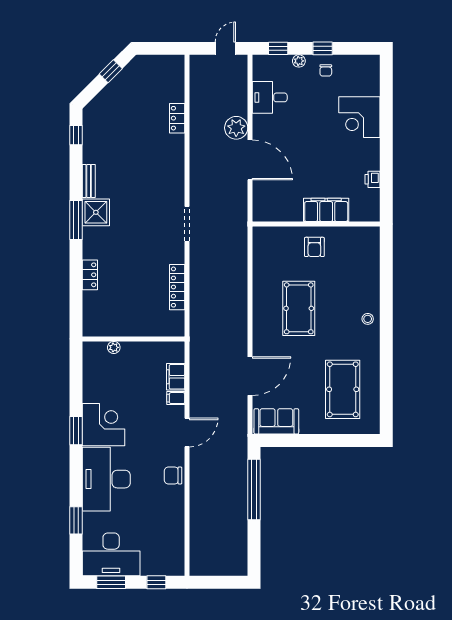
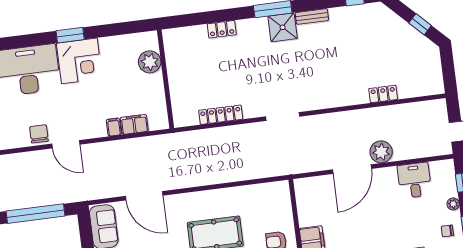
plant: (114, 347) -> (150, 62), width x1.88, depth x1.88
door: (187, 432) -> (66, 144), moved

